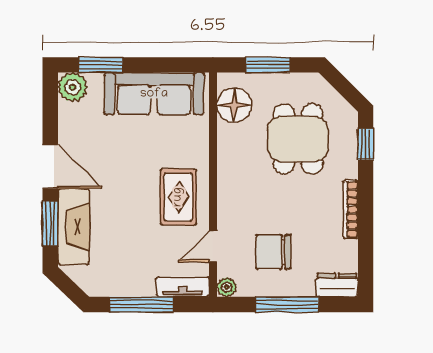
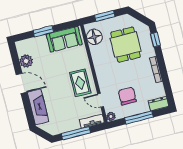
window: (100, 65) -> (43, 31), moved
plant: (73, 87) -> (26, 61), moved
sofa: (154, 94) -> (64, 39), width x0.73
window: (50, 223) -> (28, 108), removed
door: (213, 246) -> (101, 100), hinge flipped
chair: (273, 252) -> (127, 96), turned 90

